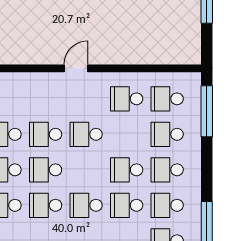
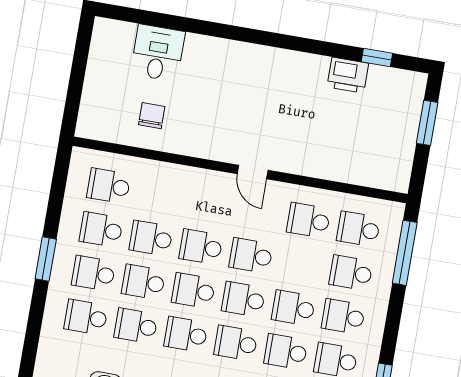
door: (76, 68) -> (253, 172), swing flipped
school desk: (86, 170) -> (243, 299), added

